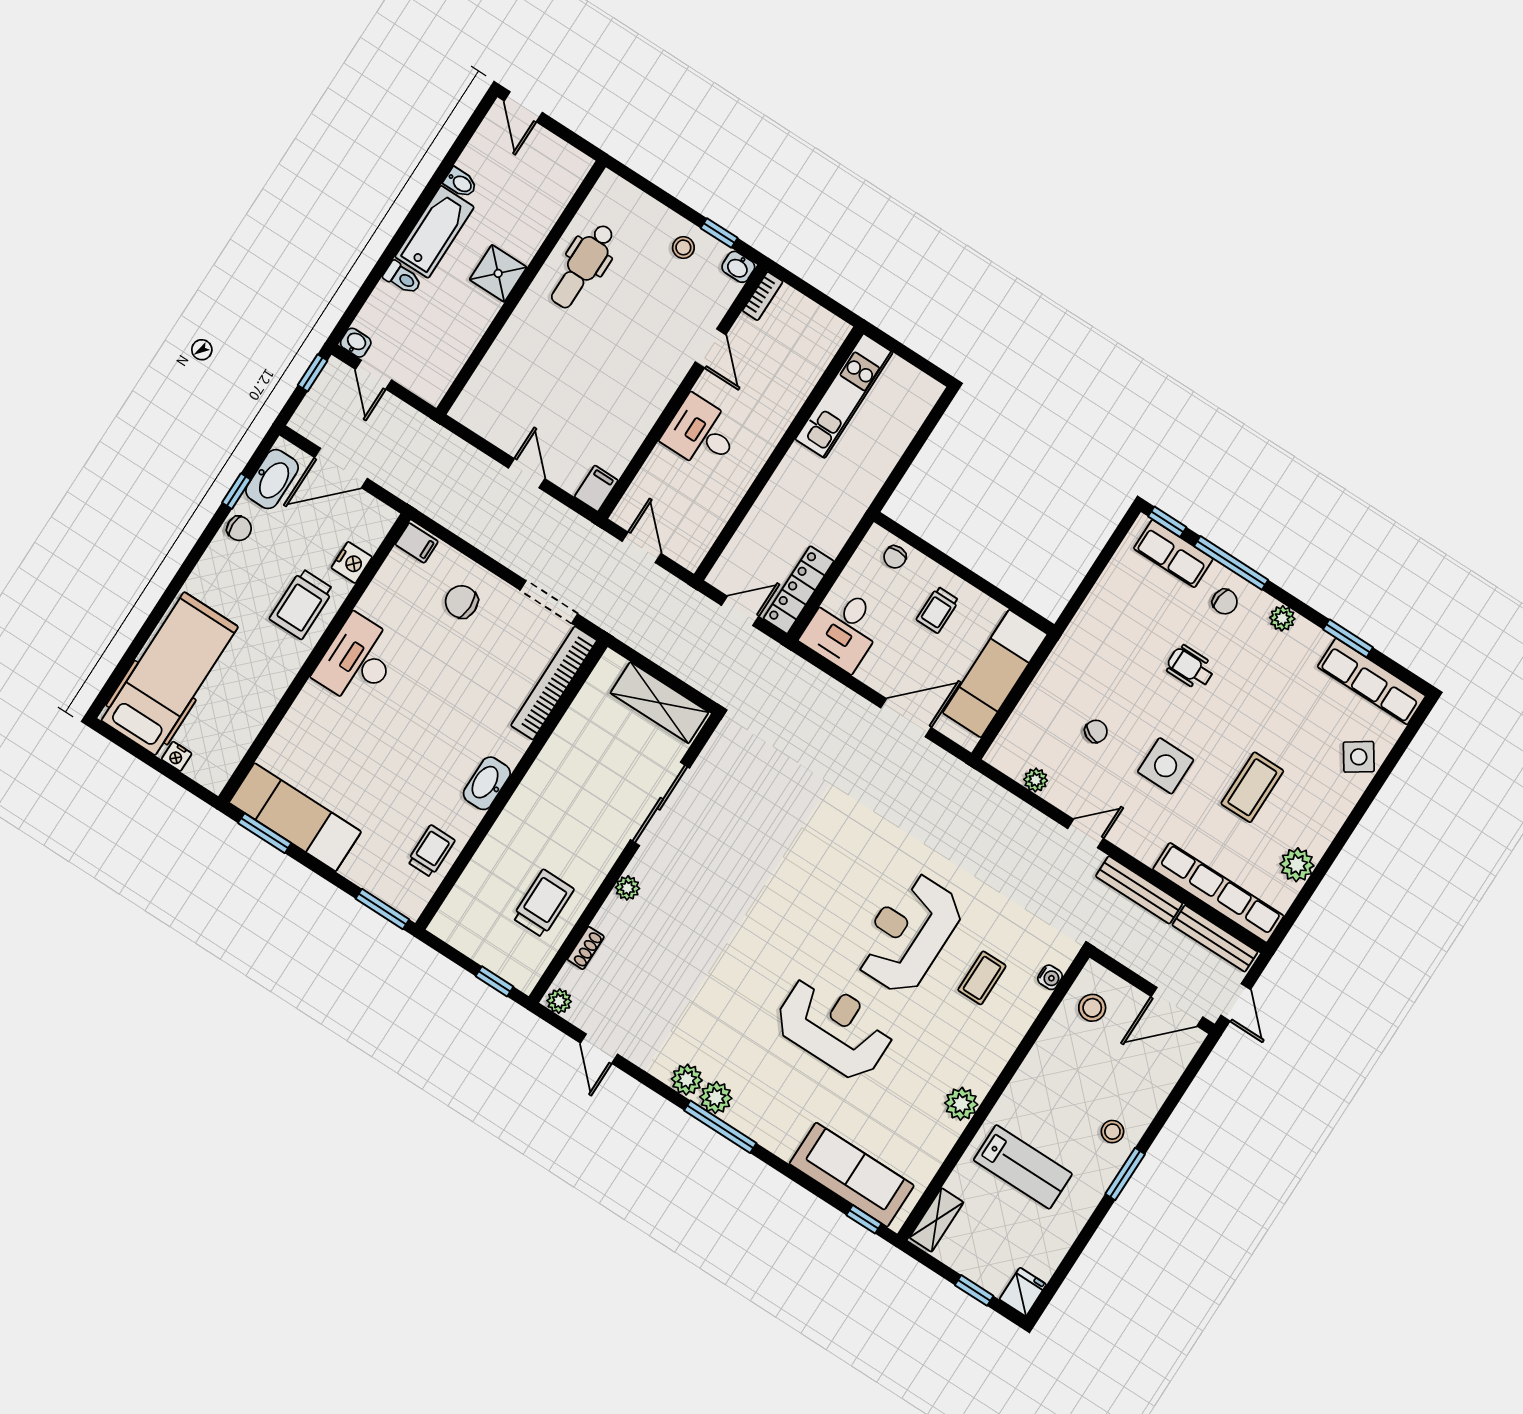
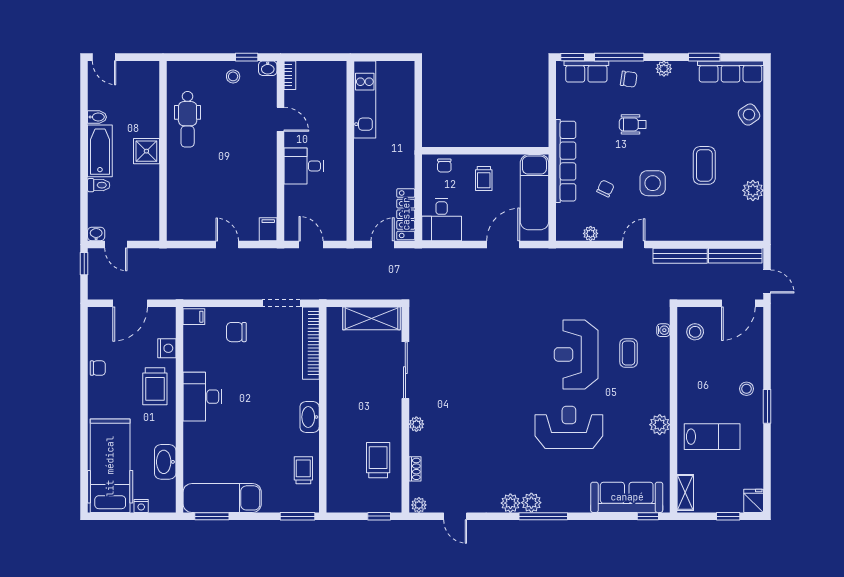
washbasin: (272, 479) -> (165, 462), moved, turned 180
window: (236, 491) -> (84, 350), removed
row of seats: (1218, 893) -> (566, 161), moved, turned 90

